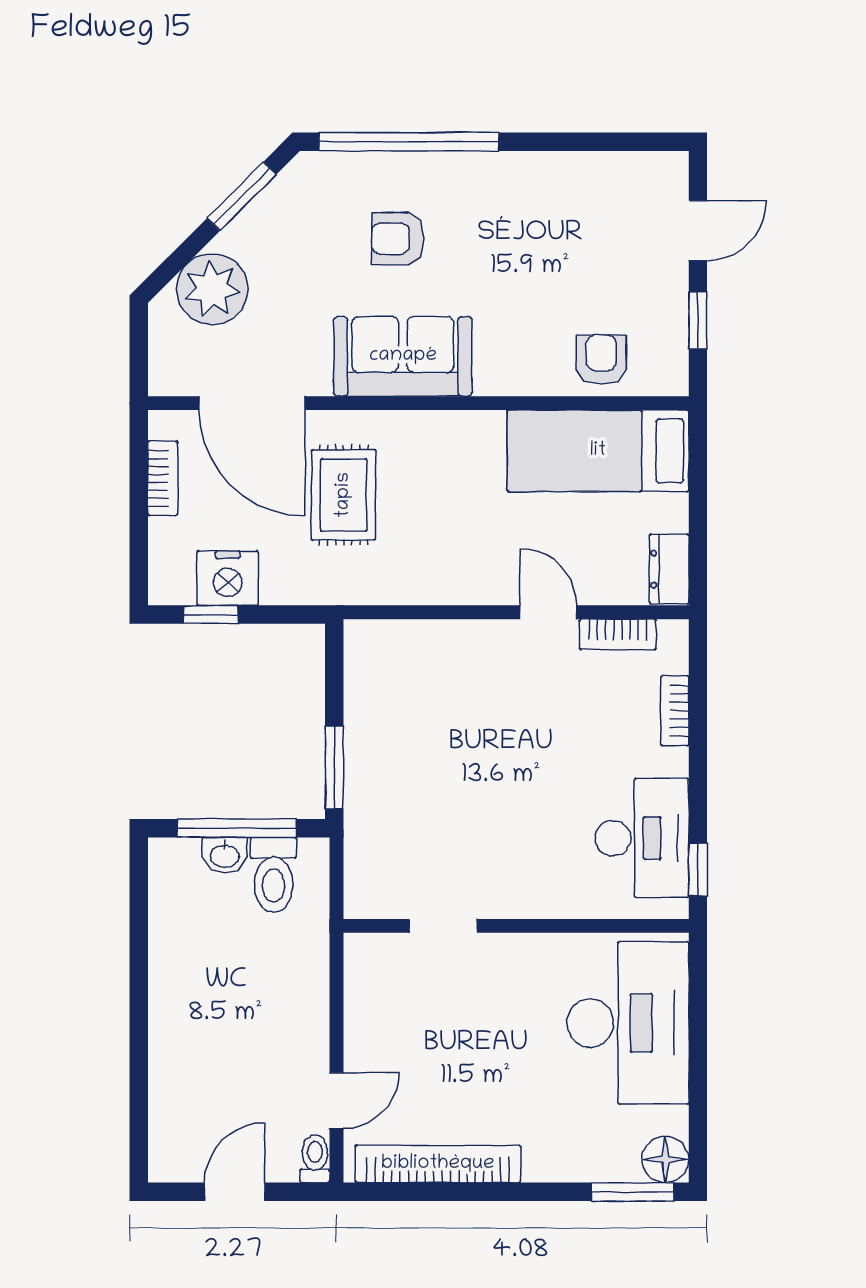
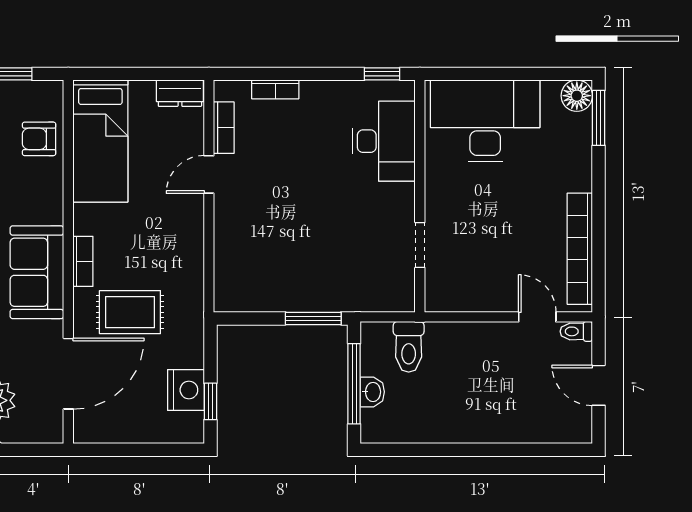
bookcase: (163, 478) -> (83, 261), moved, turned 90
desk: (642, 838) -> (384, 141), moved, turned 90
toilet: (274, 875) -> (409, 347), moved, turned 90

